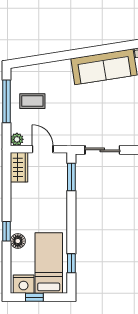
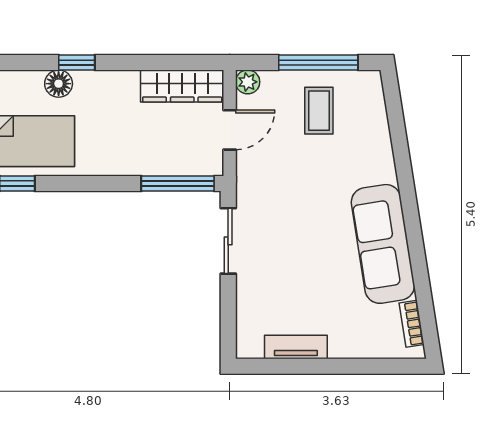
wardrobe: (19, 167) -> (182, 86), width x1.50
window: (71, 177) -> (178, 183), width x1.44

